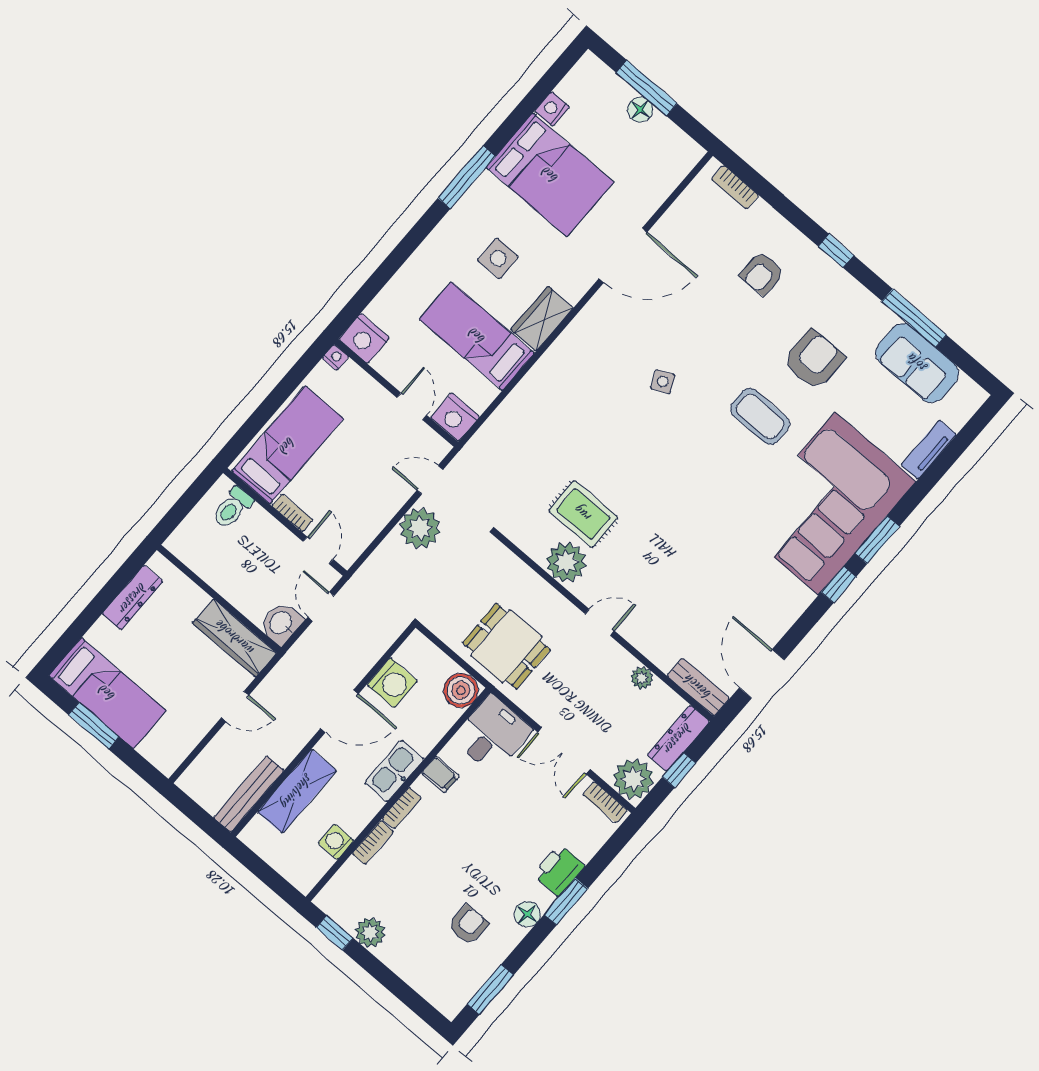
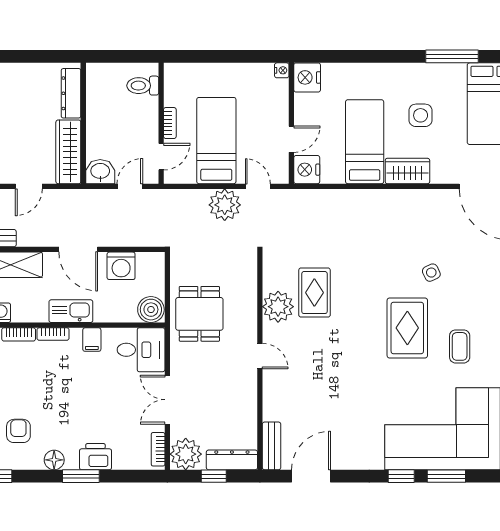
coffee table: (760, 416) -> (460, 346), width x0.73, depth x0.77
bed: (287, 445) -> (216, 141), moved, turned -90
rug: (697, 453) -> (407, 328), added
dresser: (133, 598) -> (71, 93), moved, turned 90
plant: (642, 678) -> (249, 409), removed
door: (235, 706) -> (29, 186), hinge flipped
armchair: (468, 925) -> (18, 431), turned -90

